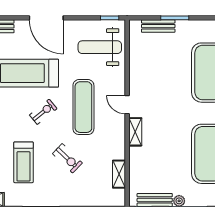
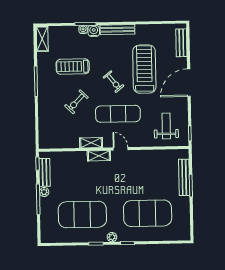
bench: (158, 26) -> (184, 177), width x1.36
weight bench: (100, 47) -> (166, 126), width x0.73, depth x0.75
door: (127, 105) -> (121, 149), hinge flipped
shelving: (119, 174) -> (91, 143), moved

